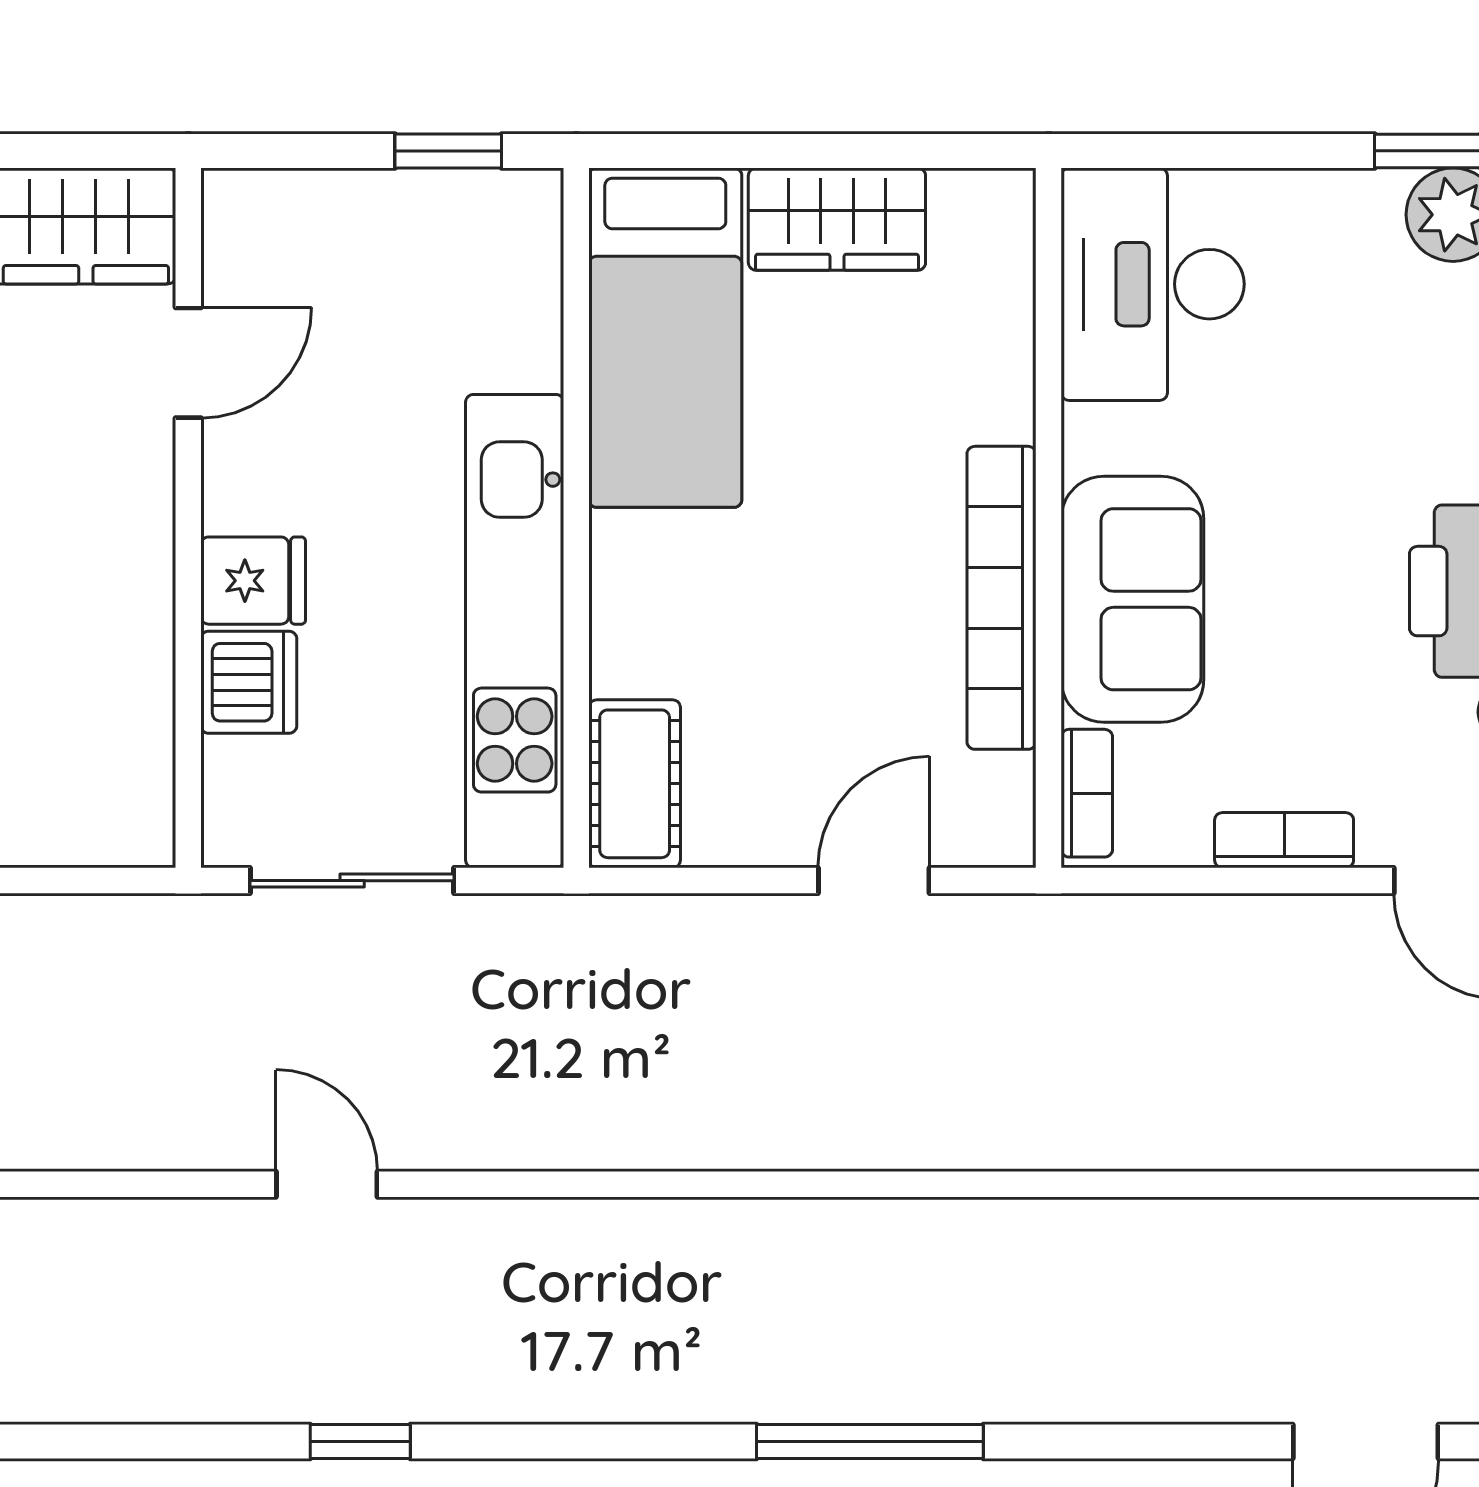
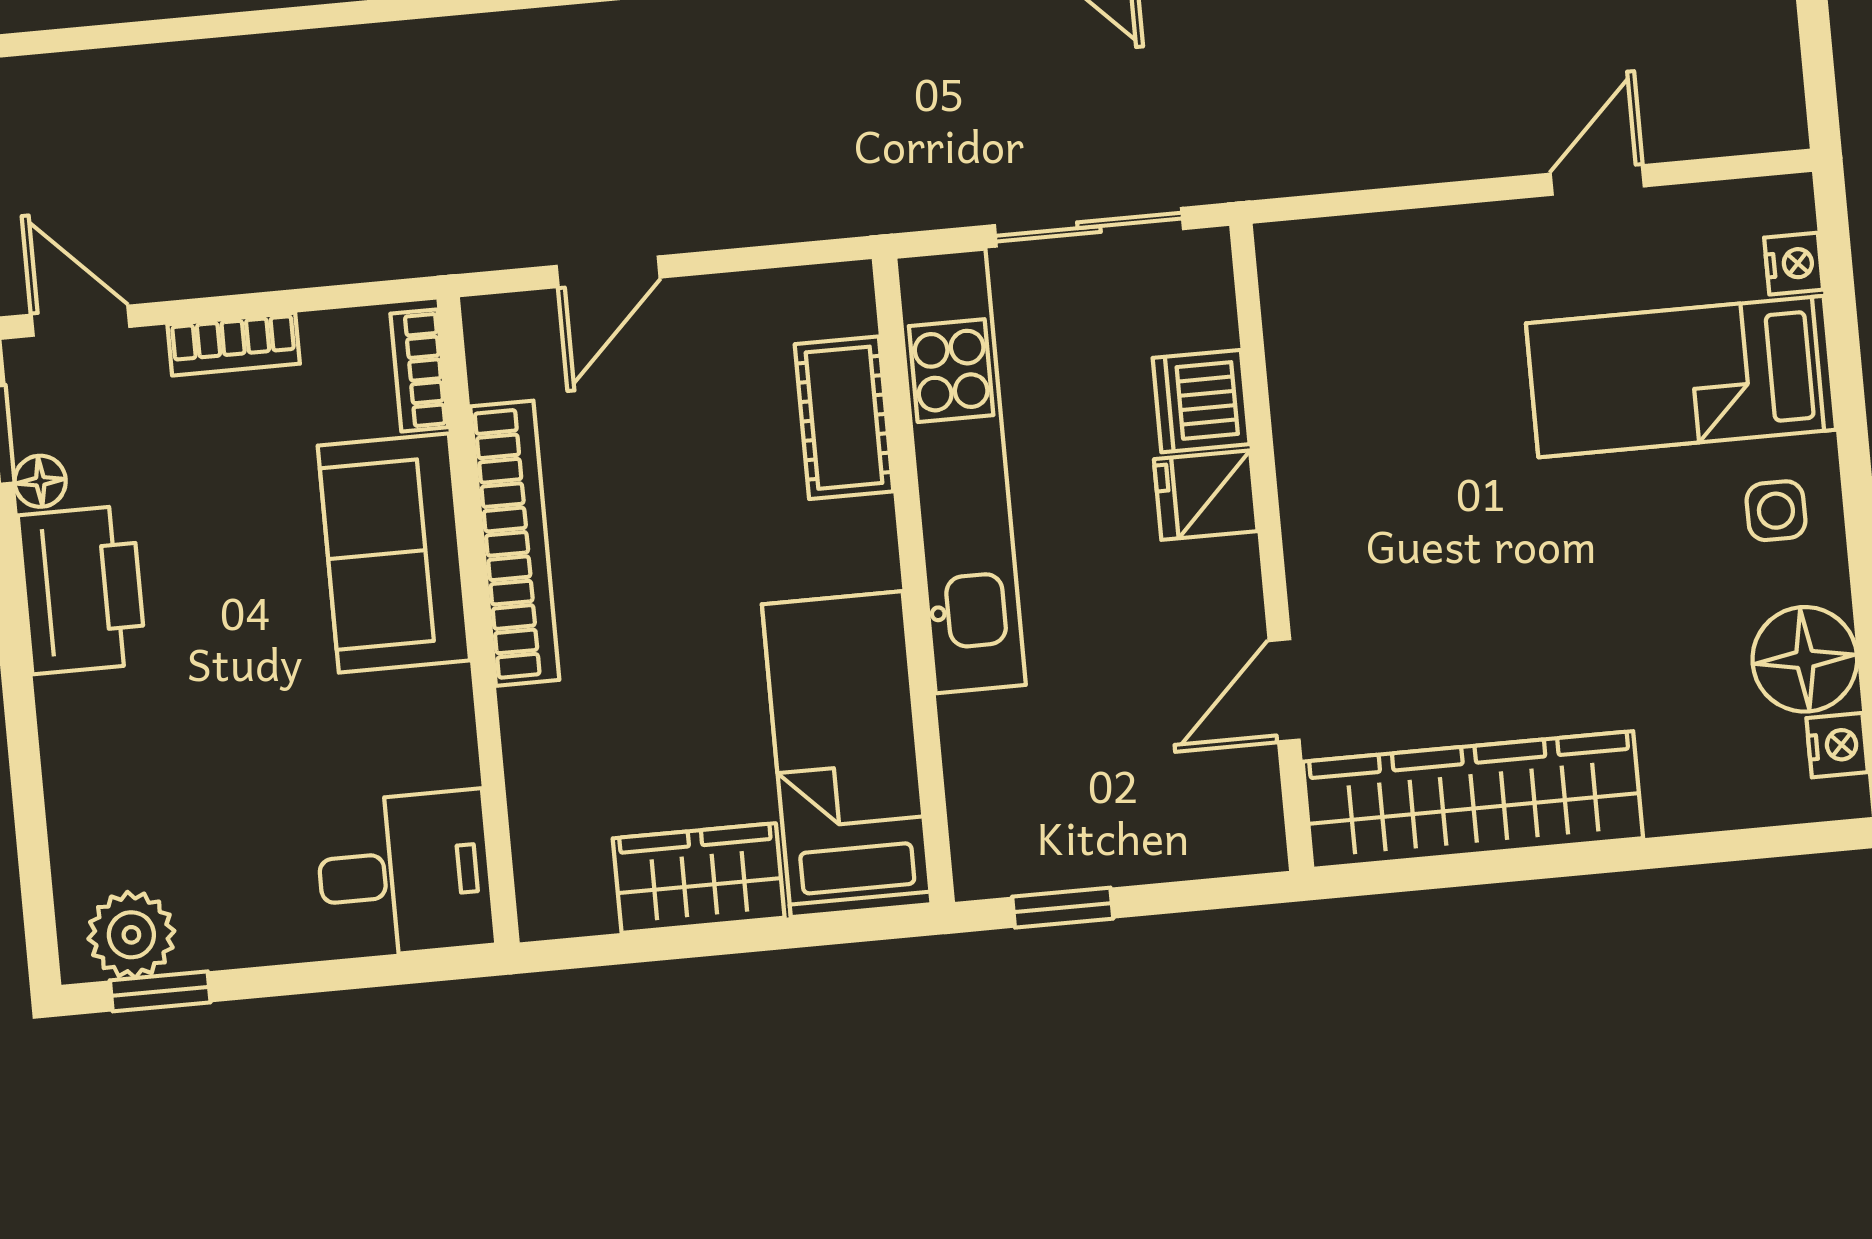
desk: (1153, 284) -> (405, 874), width x0.73
cot: (635, 784) -> (844, 418), moved

